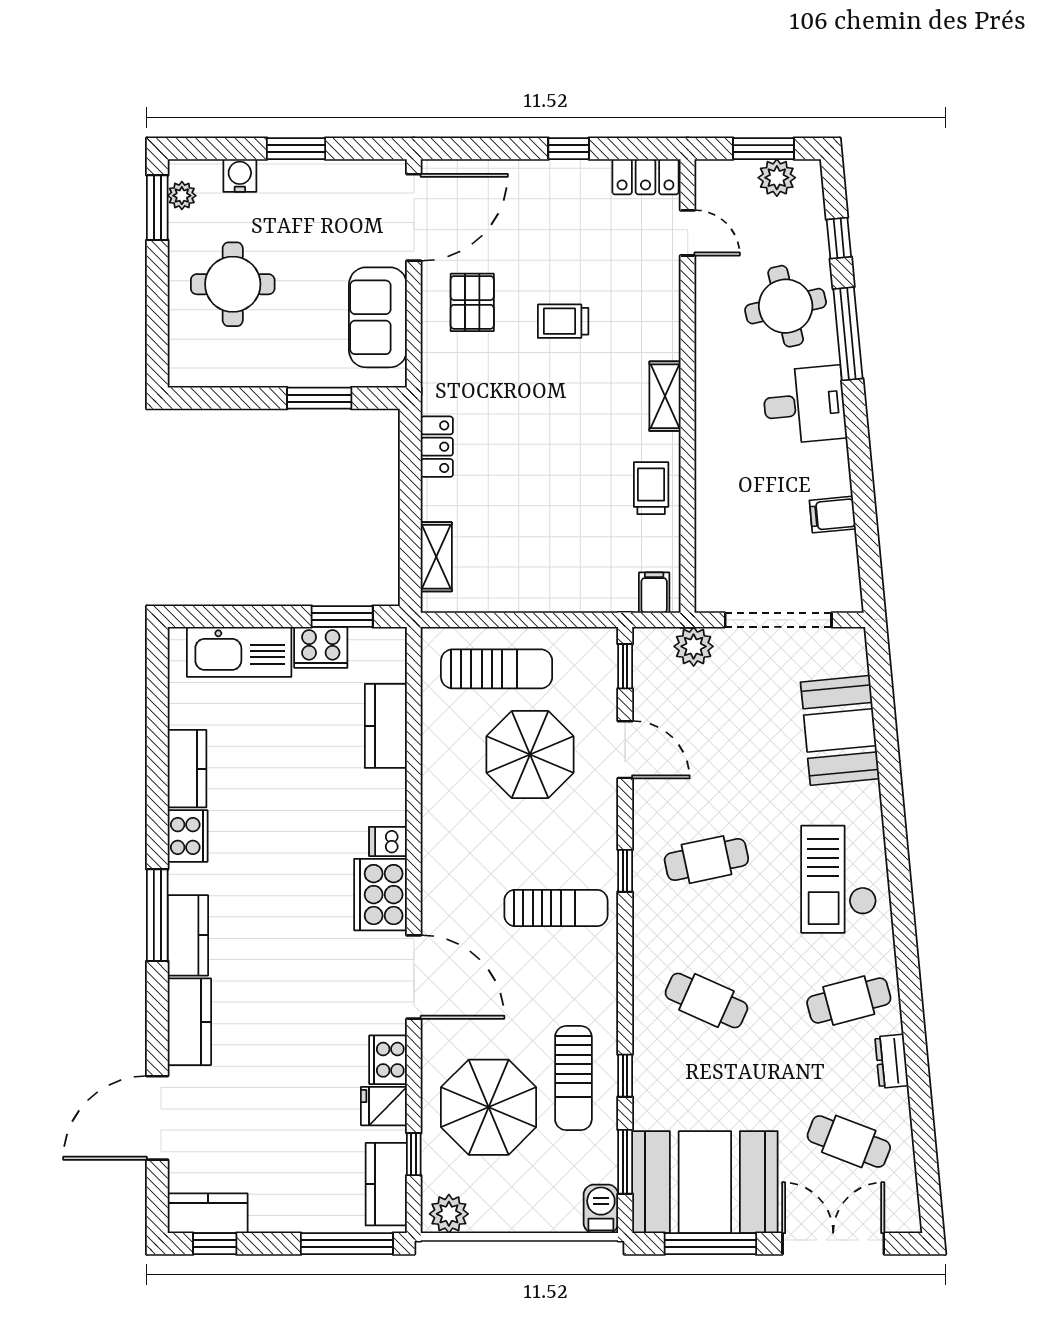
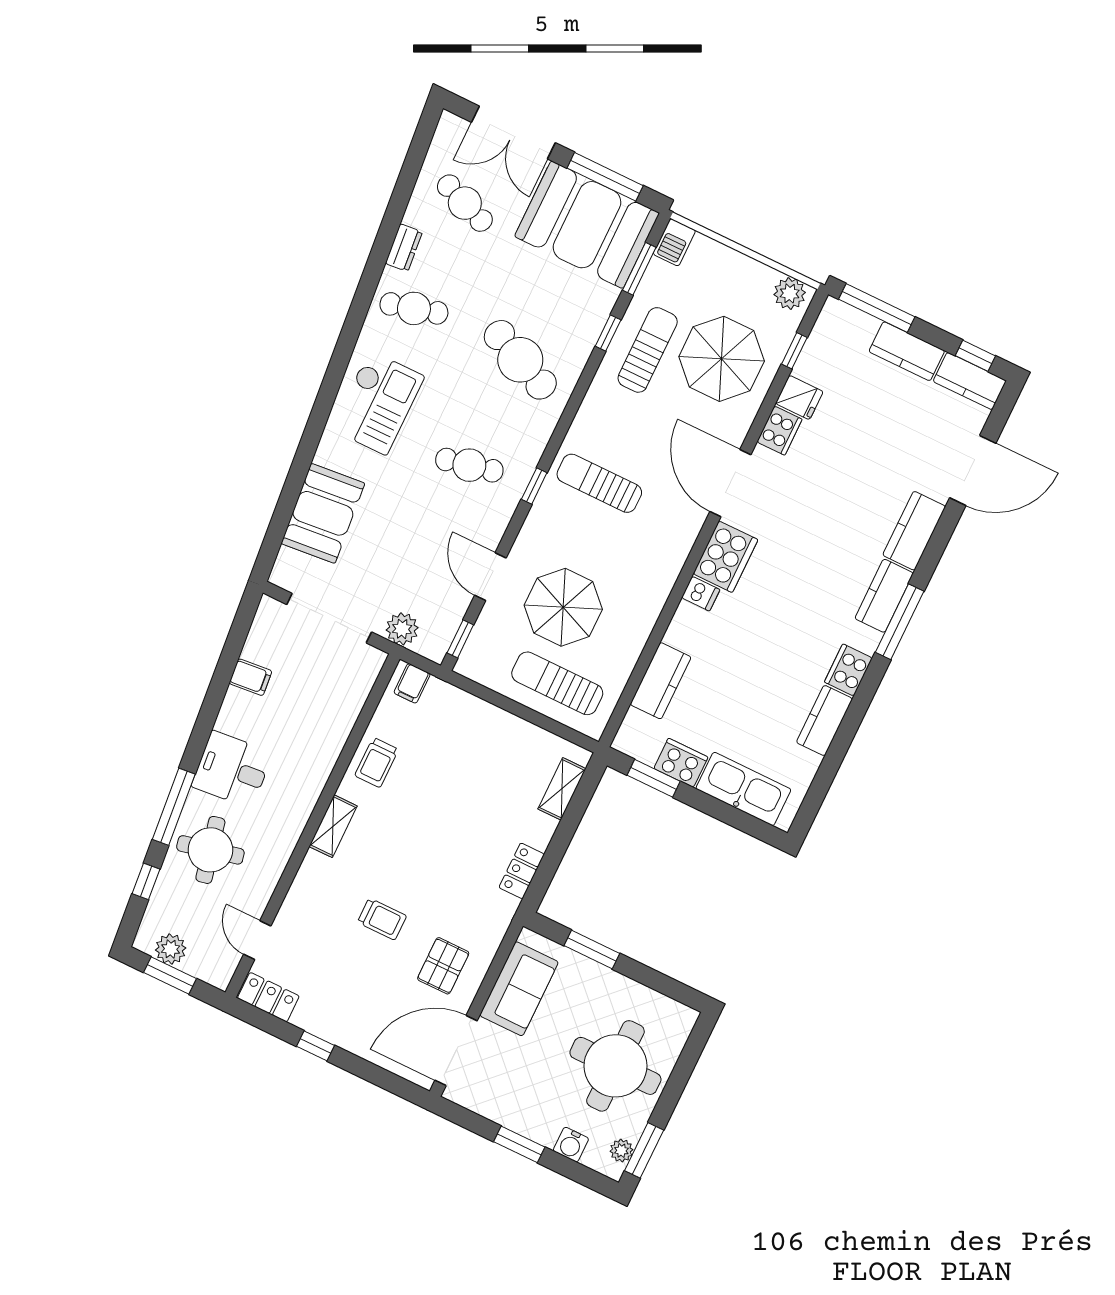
round table: (233, 284) -> (615, 1066), width x1.36, depth x1.36
cafe table: (706, 1001) -> (520, 360), width x1.37, depth x1.35
kitchen counter: (386, 1184) -> (907, 351), moved, turned 90

